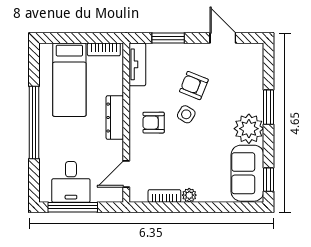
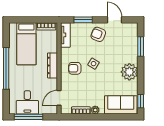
armchair: (194, 86) -> (98, 34), moved
window: (269, 107) -> (141, 46), moved
sofa: (247, 173) -> (121, 105), moved, turned 90

